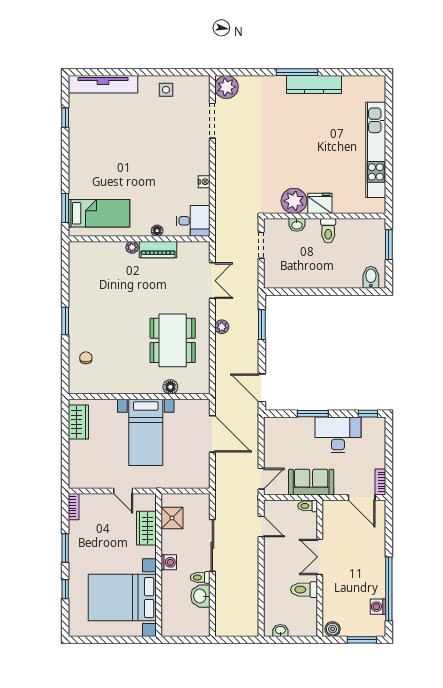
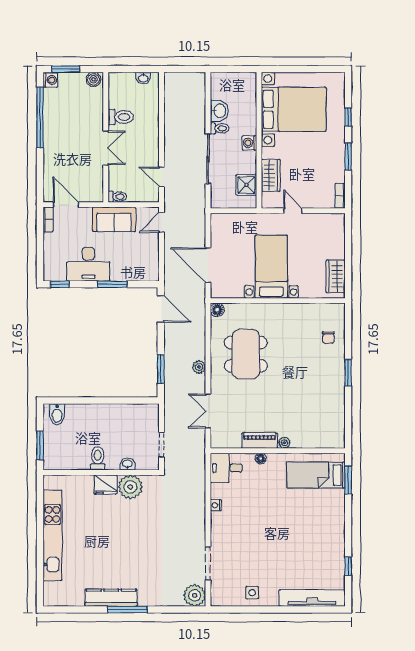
floor lamp: (170, 387) -> (217, 310), moved
washing machine: (378, 607) -> (50, 80), moved

